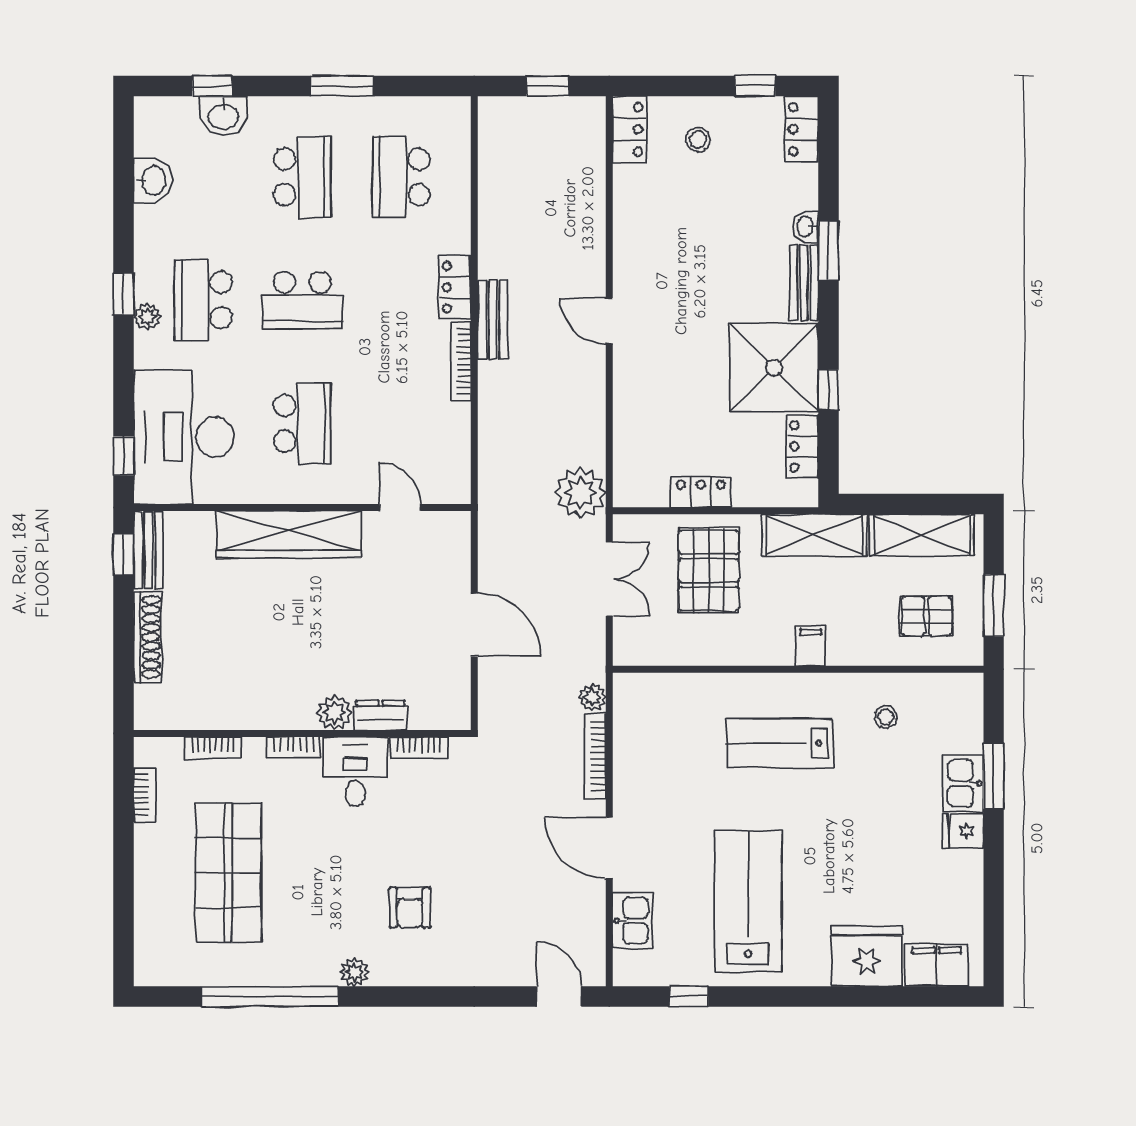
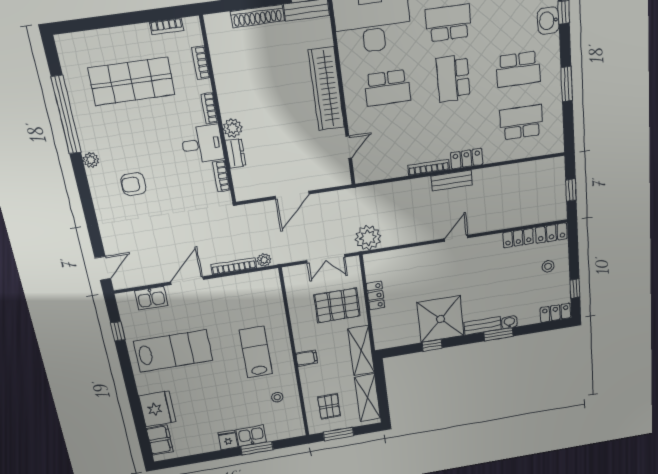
locker: (802, 446) -> (518, 238), moved, turned 180

